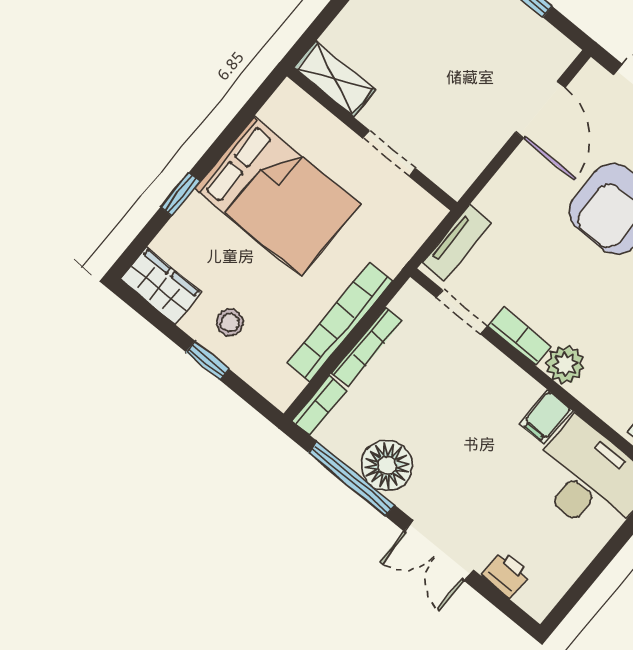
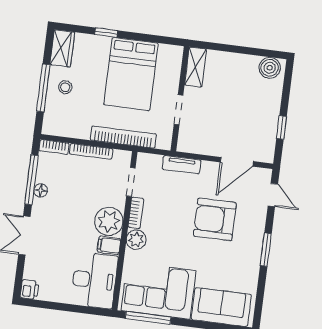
tv unit: (457, 243) -> (182, 165), moved
bookcase: (340, 322) -> (123, 137), moved
window: (207, 361) -> (43, 88), width x2.17
plant: (505, 392) -> (109, 221), added
floor lamp: (387, 465) -> (41, 190), width x0.53, depth x0.53
printer: (506, 574) -> (30, 290), moved

